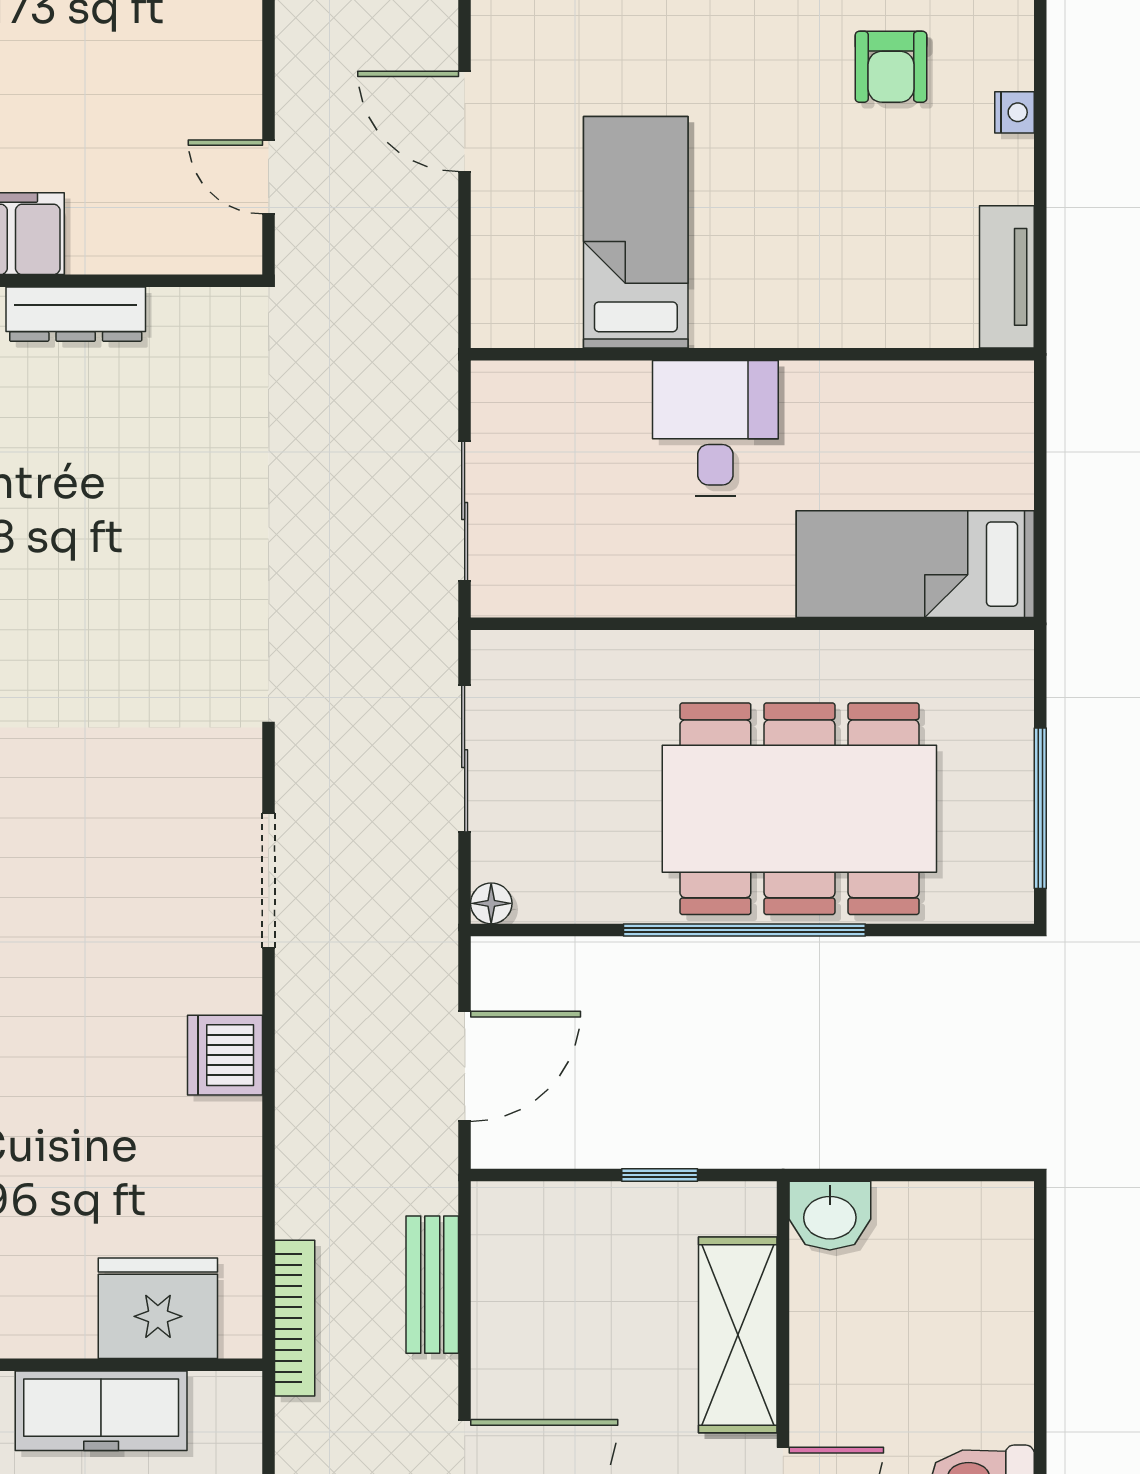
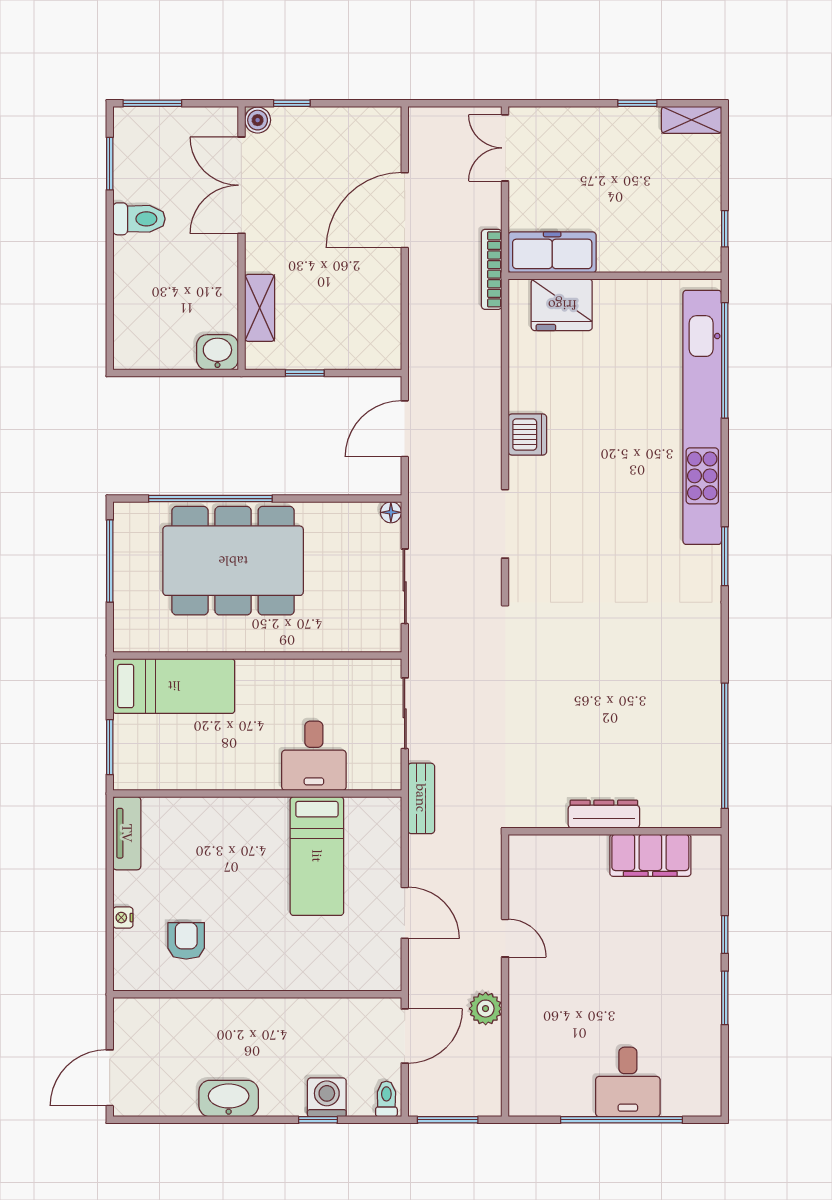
door: (269, 177) -> (505, 938), moved
desk: (715, 428) -> (314, 756), moved
window: (1040, 445) -> (110, 747), added
window: (744, 930) -> (210, 499), moved
bench: (432, 1285) -> (421, 798), moved
bookcase: (295, 1318) -> (492, 269), moved
shelving: (738, 1335) -> (260, 308), width x0.67, depth x0.75
freezer: (101, 1411) -> (552, 252), moved

